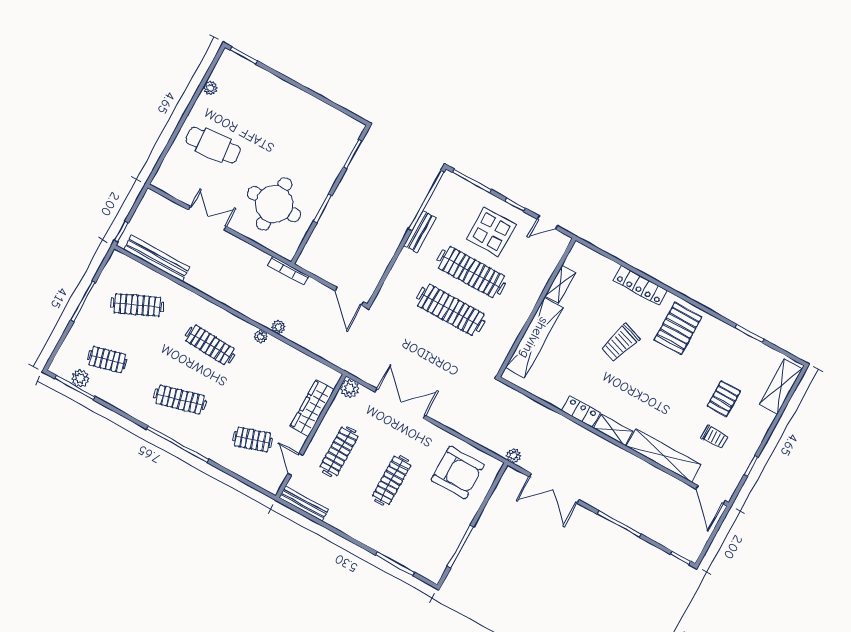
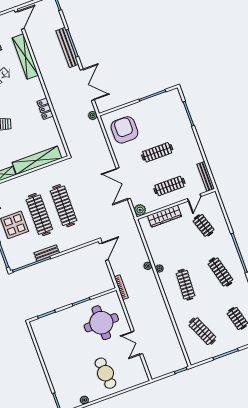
bench: (157, 258) -> (67, 48), moved
shelving: (613, 430) -> (38, 88), removed

